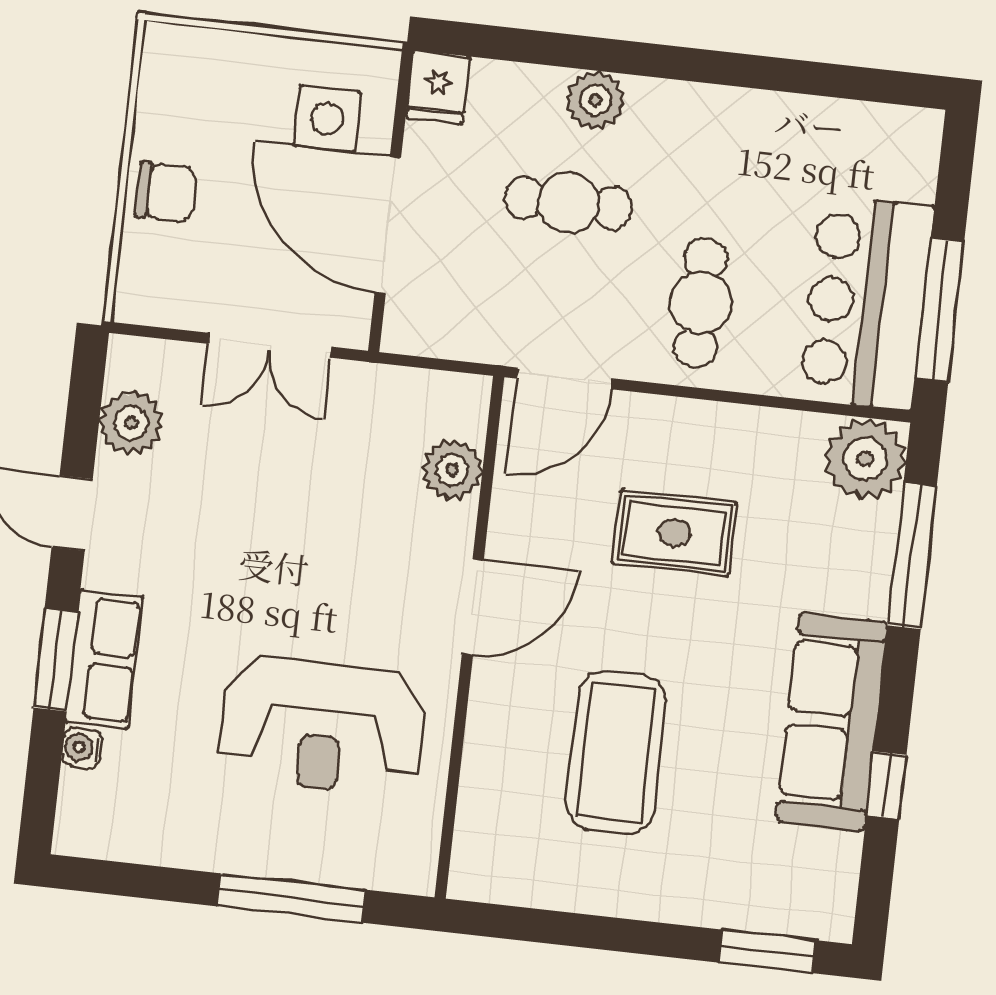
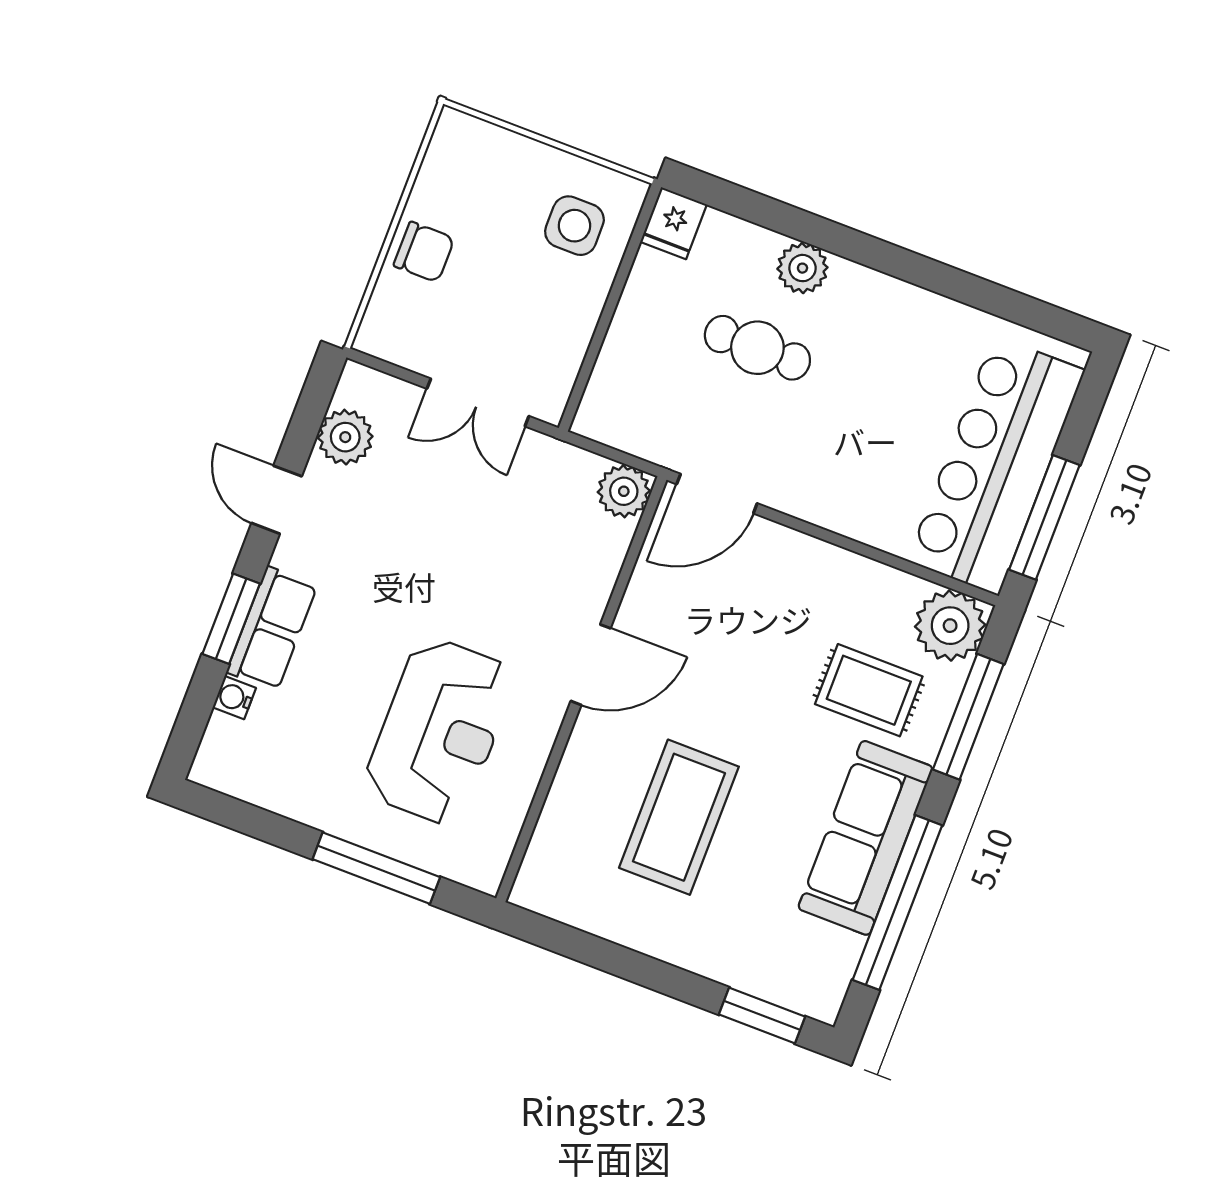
door: (388, 225) -> (602, 328), removed
cafe table: (701, 303) -> (846, 460), removed
bar counter: (866, 303) -> (996, 466), width x1.36
plant: (452, 470) -> (624, 491), moved
rug: (674, 533) -> (869, 690), moved
reception desk: (322, 726) -> (439, 731), turned -90
window: (886, 785) -> (897, 903), width x3.17

